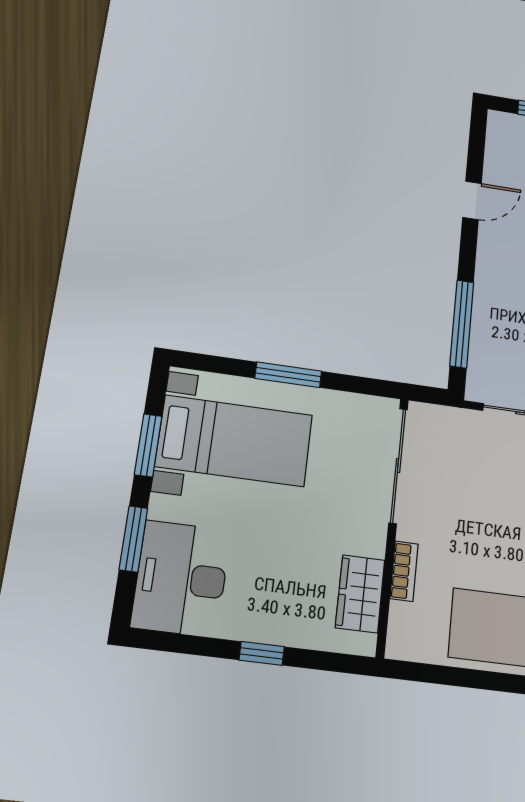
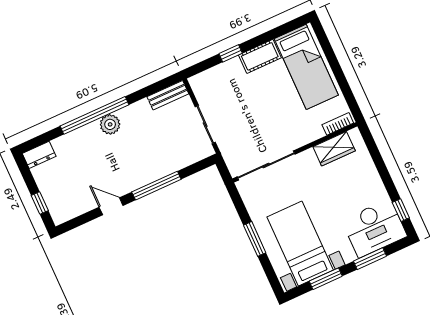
window: (462, 324) -> (156, 186), moved
bookcase: (404, 571) -> (338, 124), moved
window: (262, 653) -> (401, 210), moved

